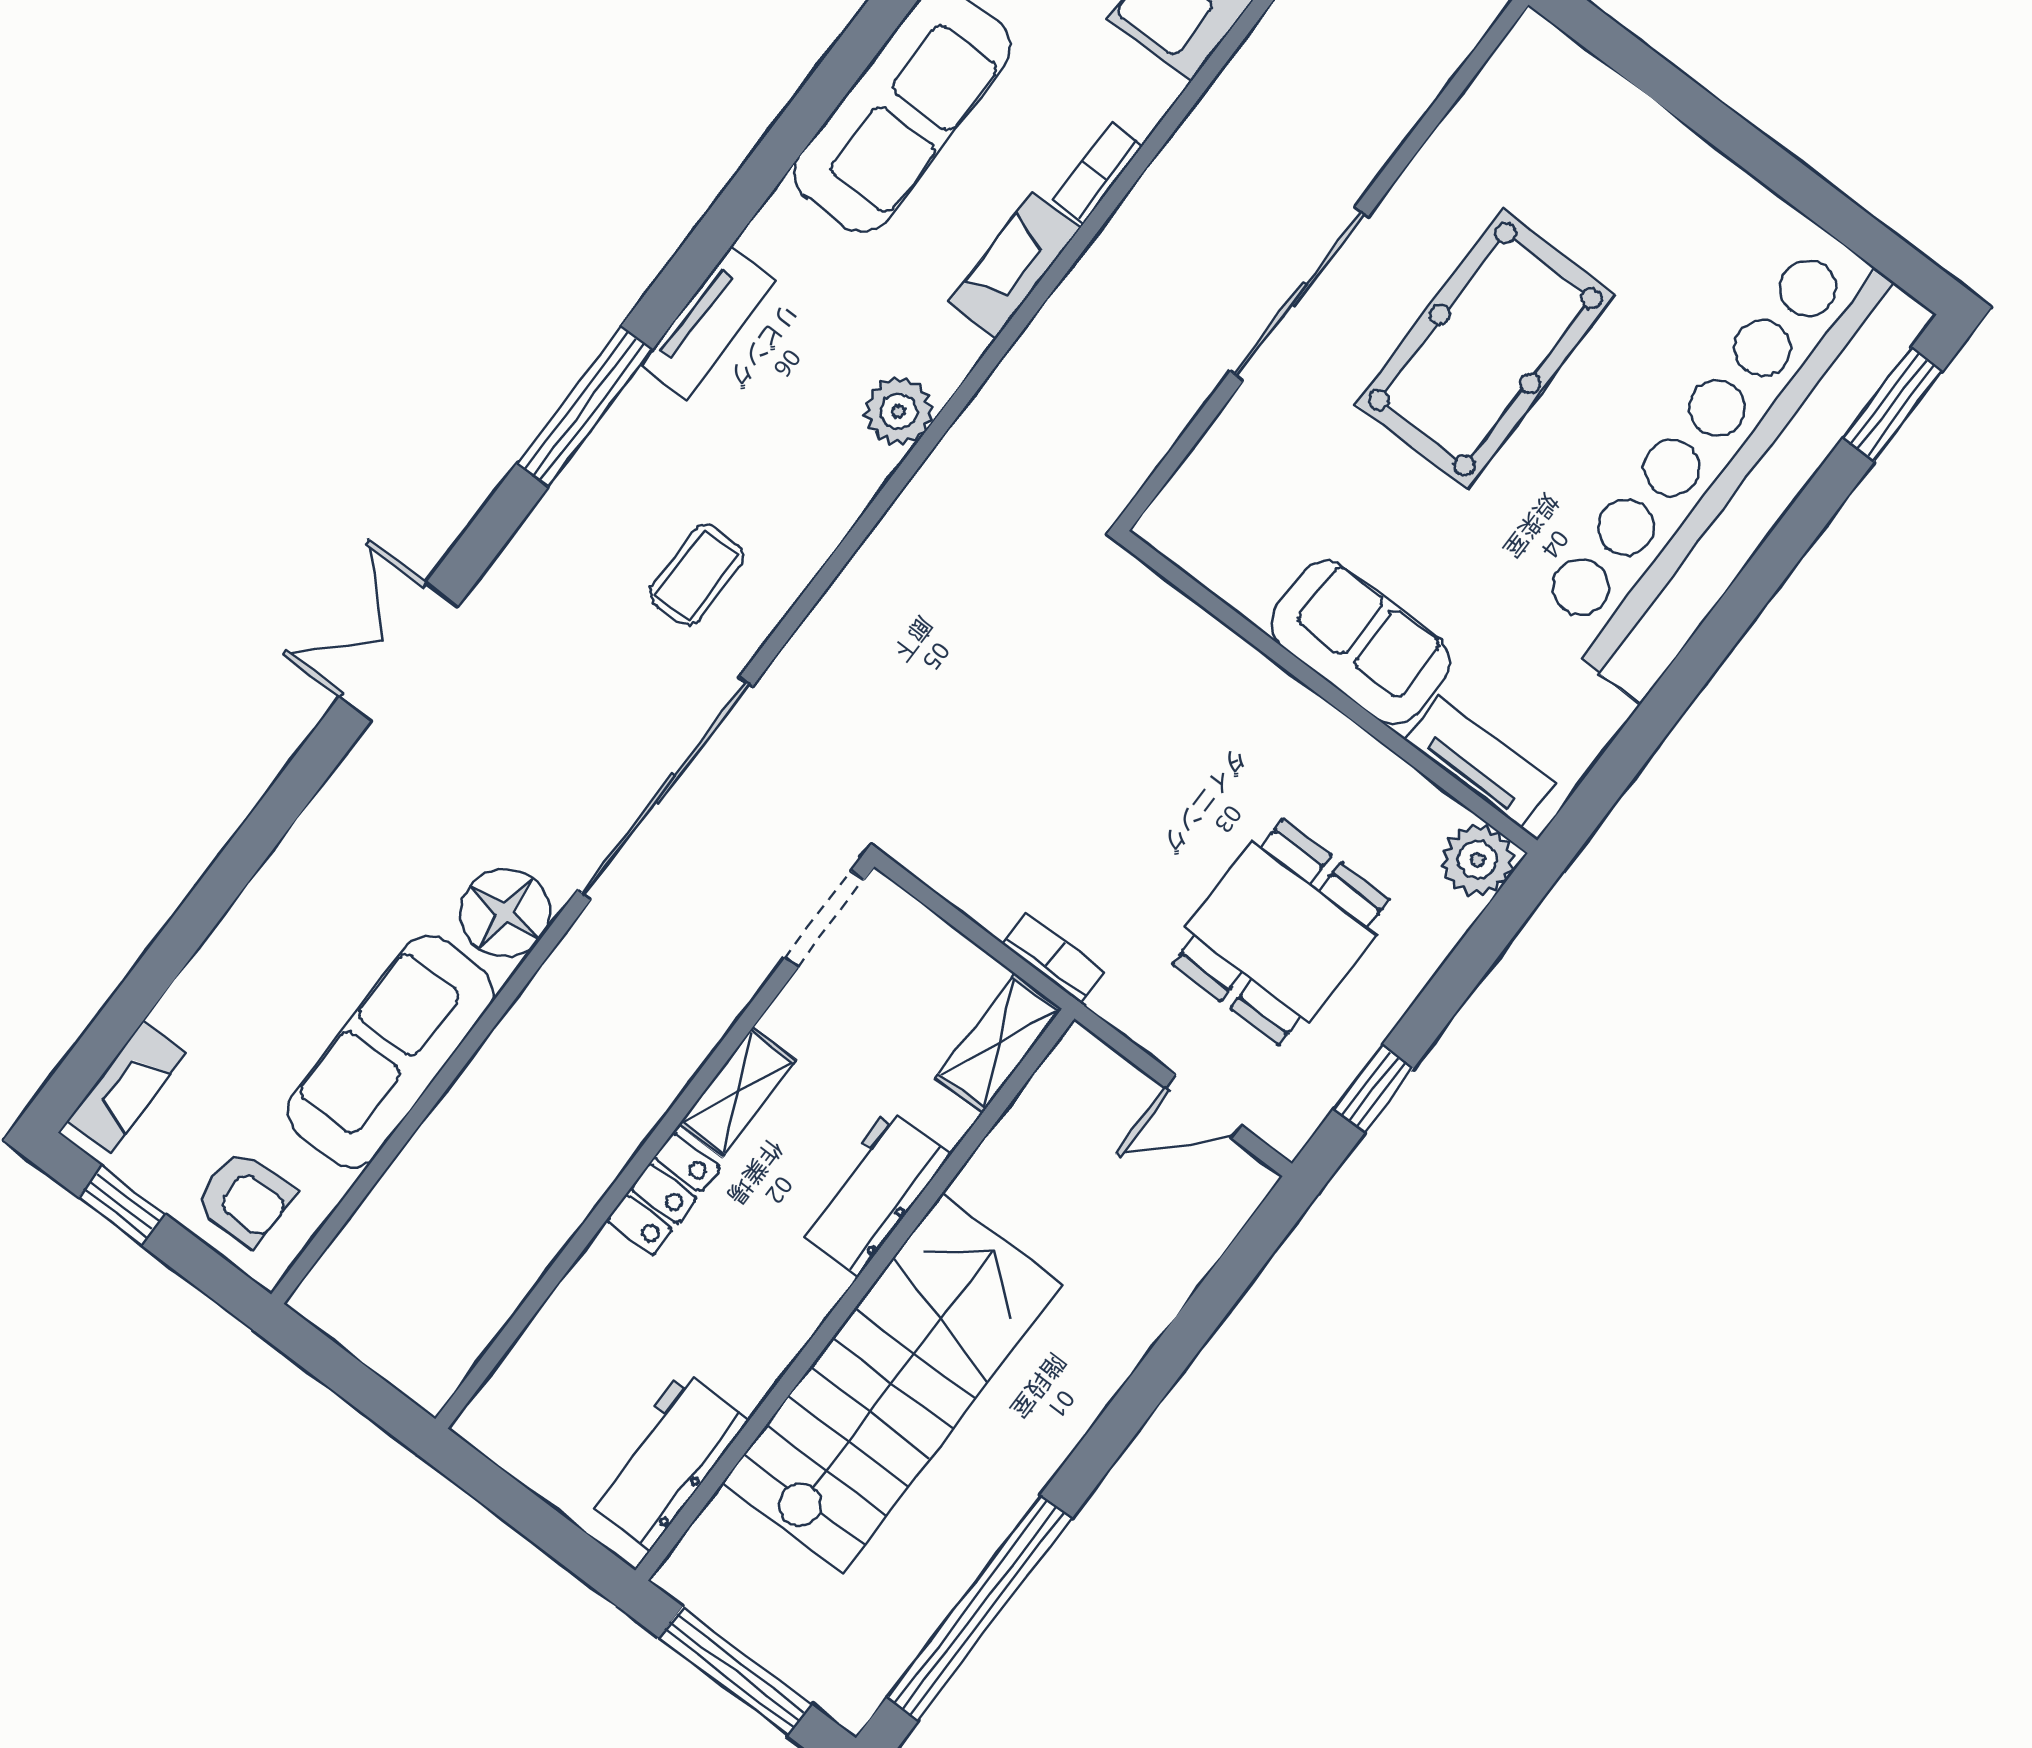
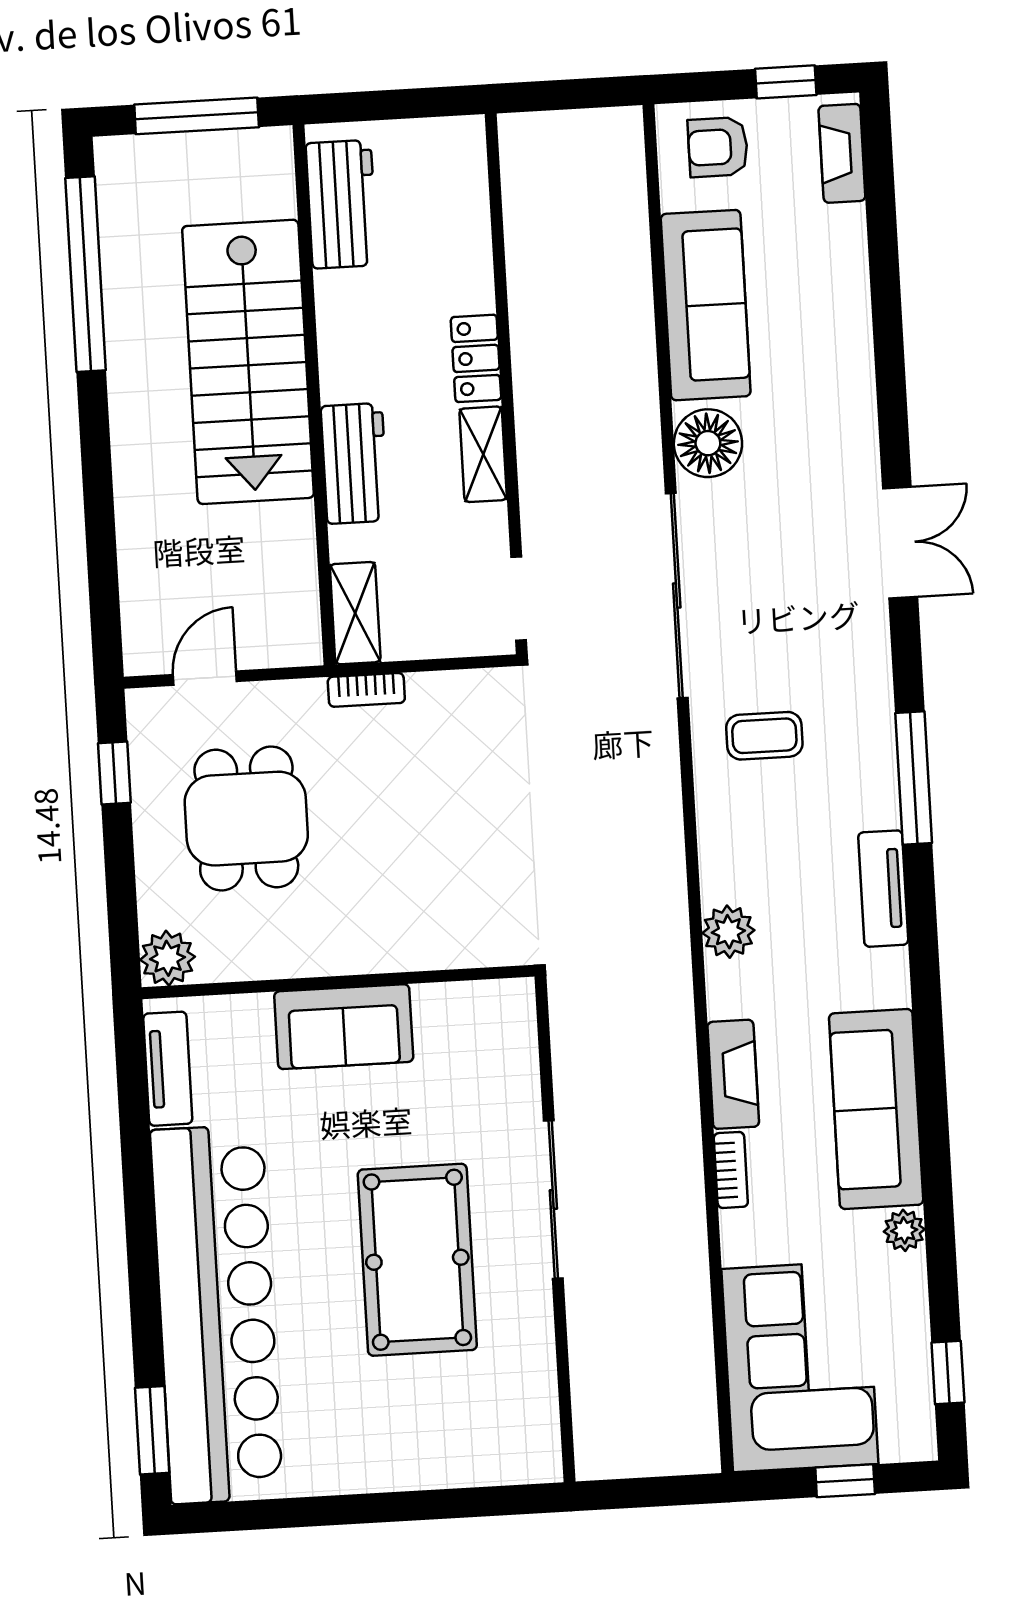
coffee table: (697, 575) -> (764, 736), turned 90
tv unit: (1480, 762) -> (168, 1069), moved, turned -90

